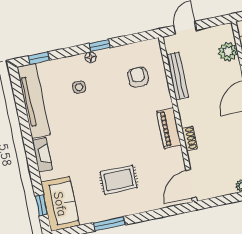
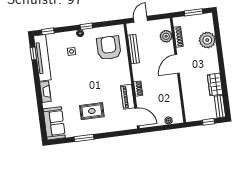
armchair: (138, 77) -> (109, 48), width x1.88, depth x1.88
piano: (169, 128) -> (128, 97), moved
door: (191, 184) -> (137, 117), swing flipped
window: (41, 205) -> (33, 54), moved

